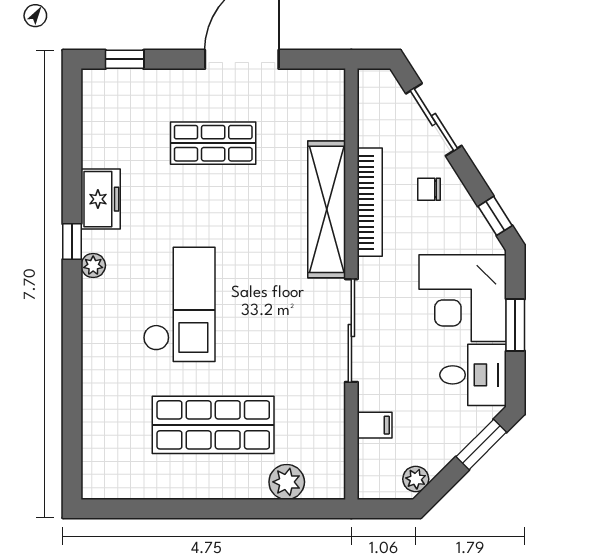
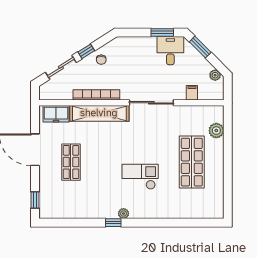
chair: (429, 189) -> (101, 60), moved
freezer: (101, 199) -> (56, 114), moved, turned 180
window: (495, 216) -> (86, 51), moved
corner desk: (463, 298) -> (137, 55), removed
checkout: (179, 304) -> (140, 177), width x0.73, depth x0.83
window: (515, 325) -> (162, 32), moved

